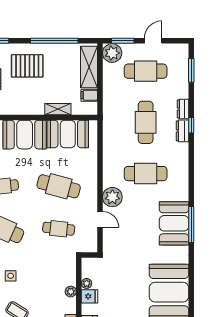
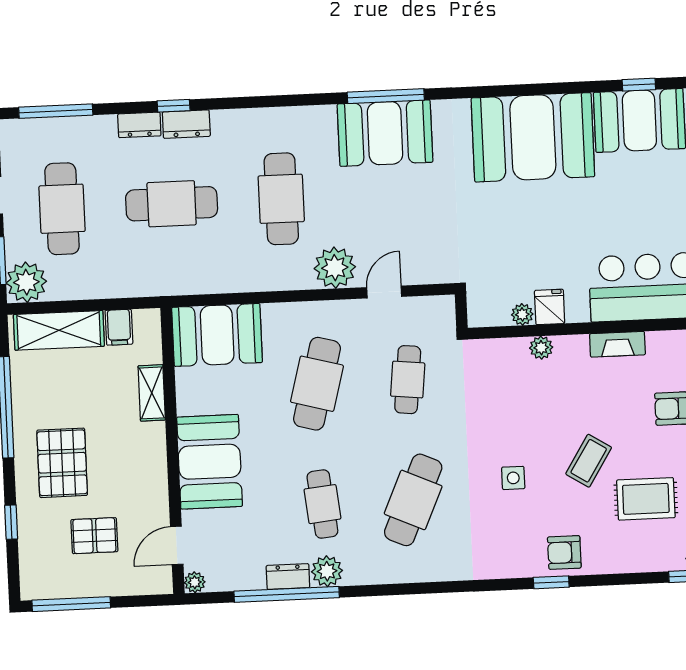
window: (191, 70) -> (56, 111), width x1.44
booth: (68, 134) -> (217, 335), moved, turned 90

